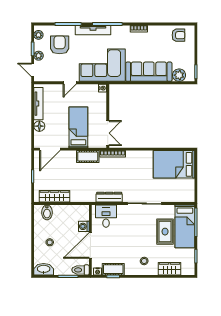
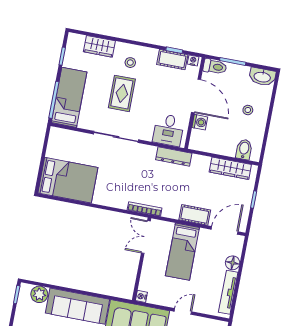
cot: (88, 157) -> (195, 215), moved
dresser: (109, 197) -> (174, 156), moved
rug: (165, 232) -> (122, 93), moved
door: (90, 245) -> (196, 96), hinge flipped

